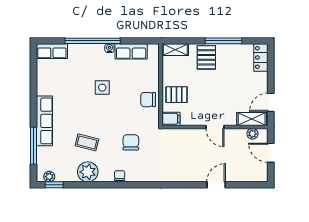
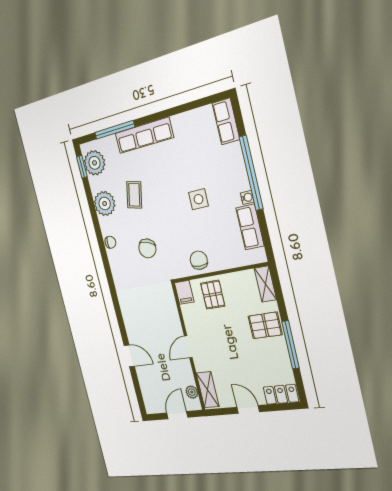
door: (271, 102) -> (248, 409), moved
chair: (131, 142) -> (147, 248), turned 108
plant: (49, 177) -> (94, 163), width x1.88, depth x1.88

